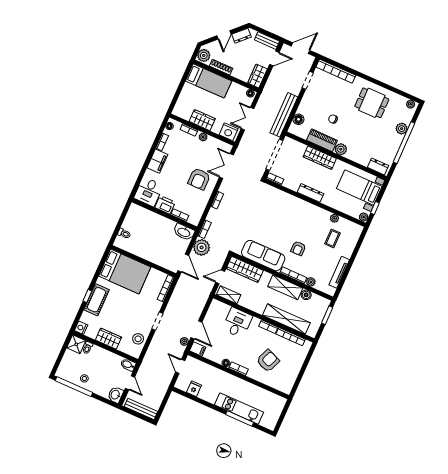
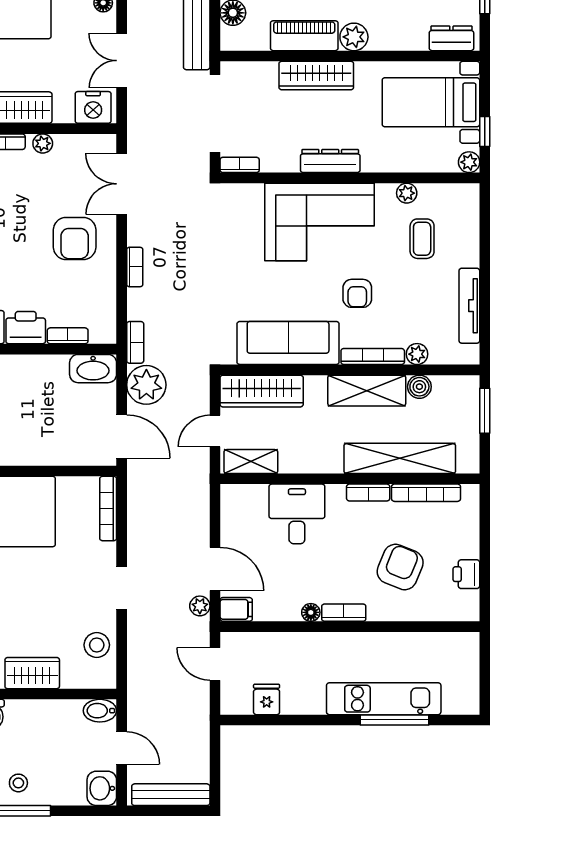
corner sofa: (296, 214) -> (320, 222), added
printer: (292, 375) -> (466, 574), added

